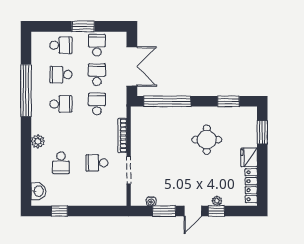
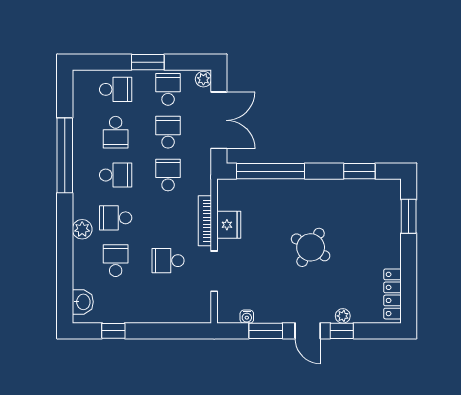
plant: (121, 38) -> (203, 79), added
school desk: (61, 75) -> (116, 132), turned -90
school desk: (61, 133) -> (116, 218), added
round table: (207, 140) -> (311, 247), moved, turned 31
fridge: (249, 157) -> (229, 225), moved, turned 180
school desk: (61, 163) -> (116, 261), turned 180
door: (193, 211) -> (308, 331), hinge flipped

